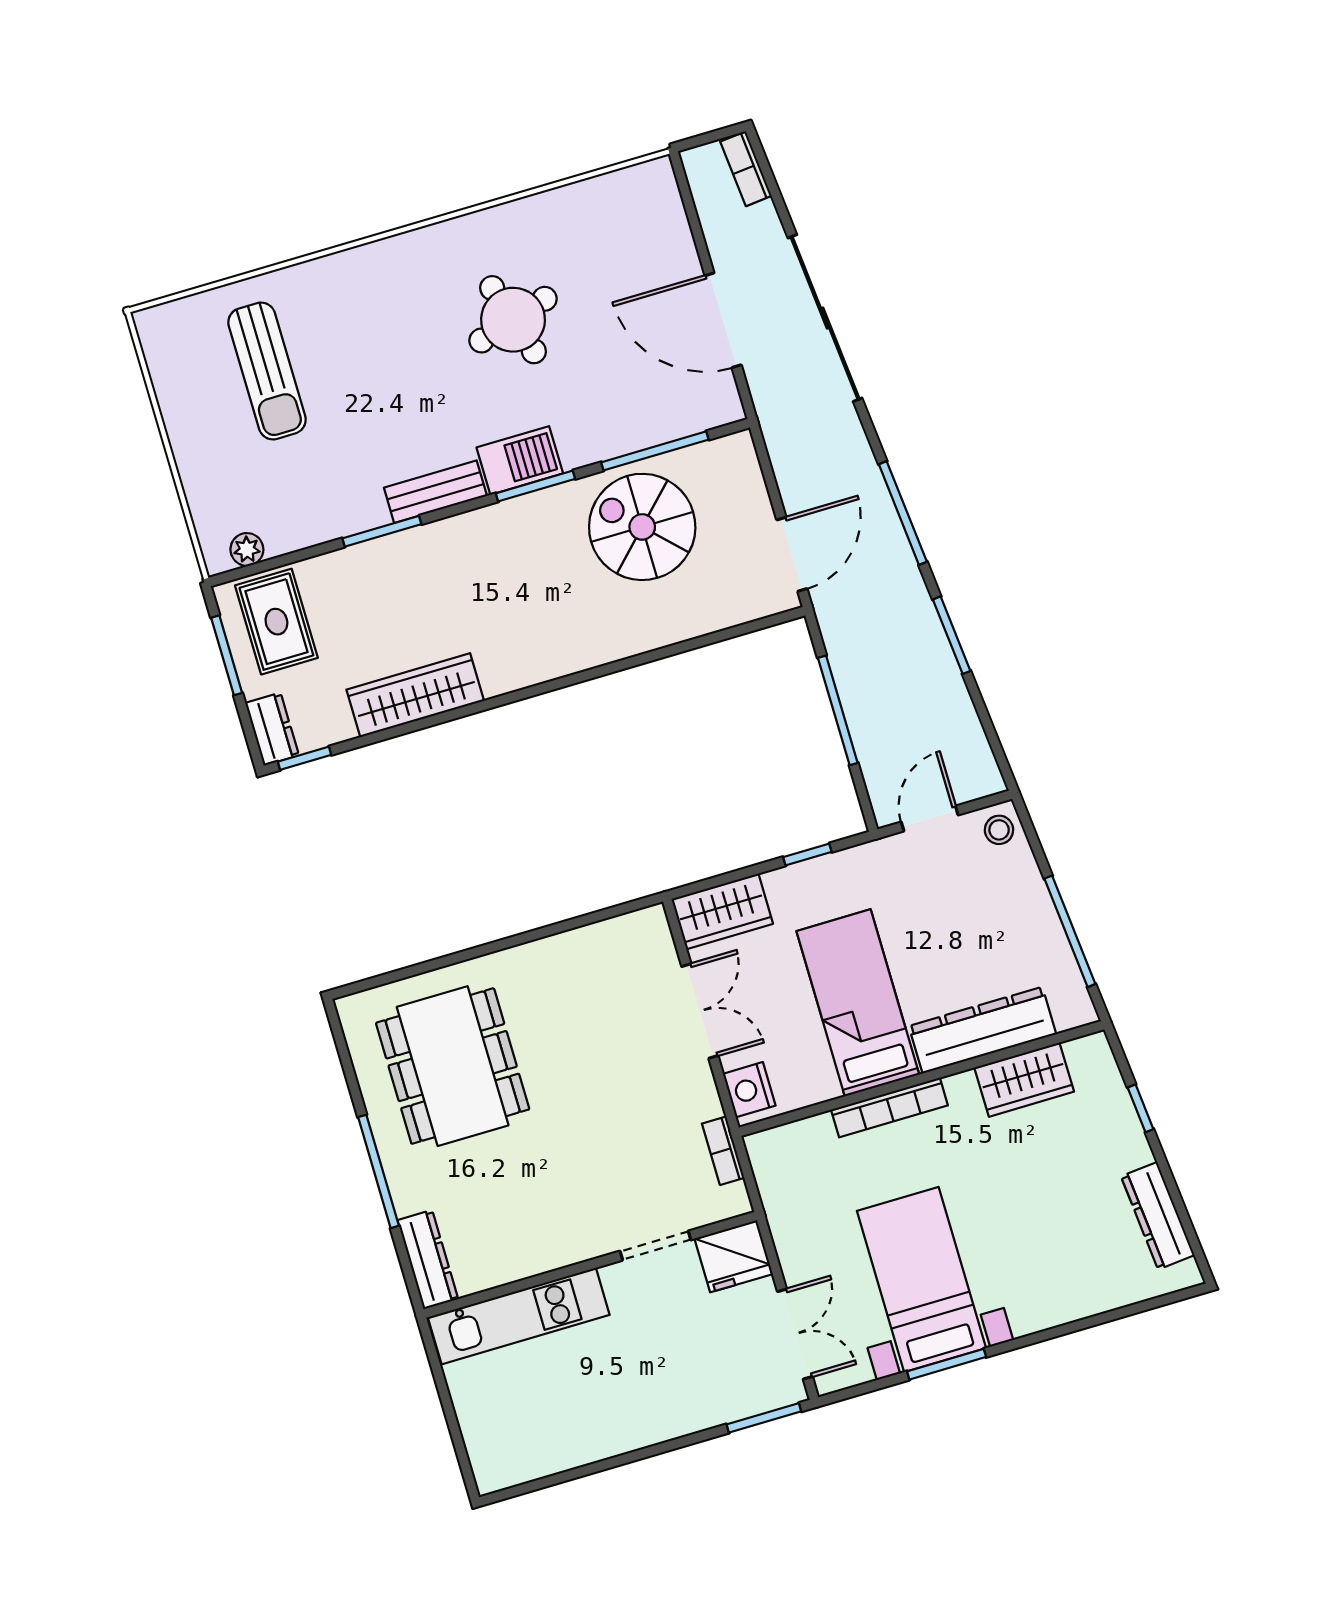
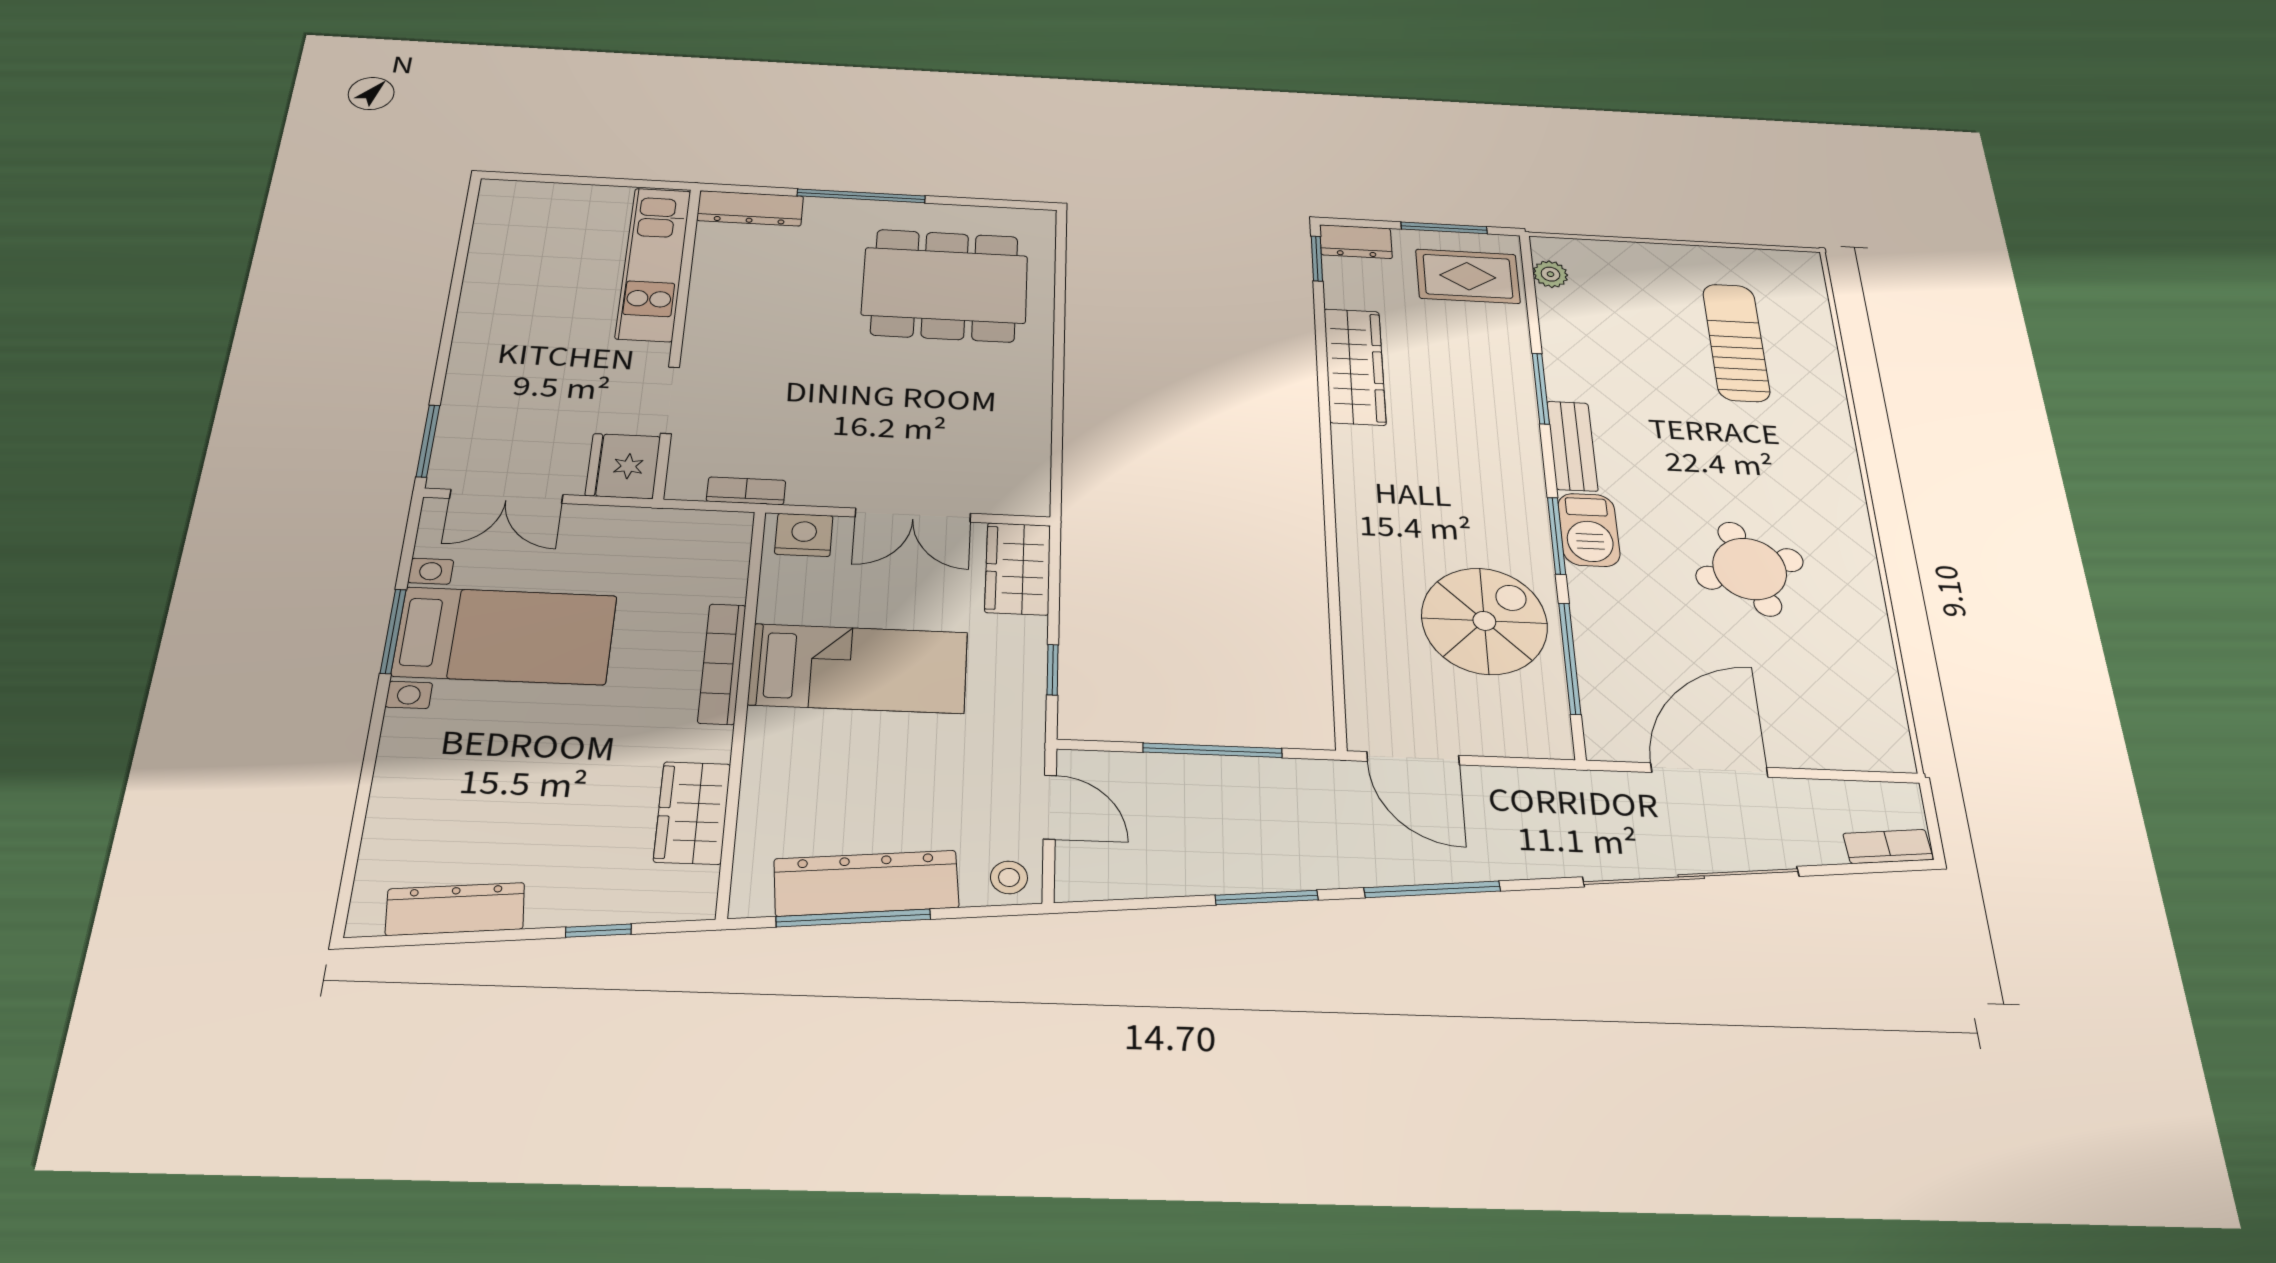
sun lounger: (267, 371) -> (1736, 342), turned 90
dresser: (982, 1030) -> (866, 883), moved, turned -95

